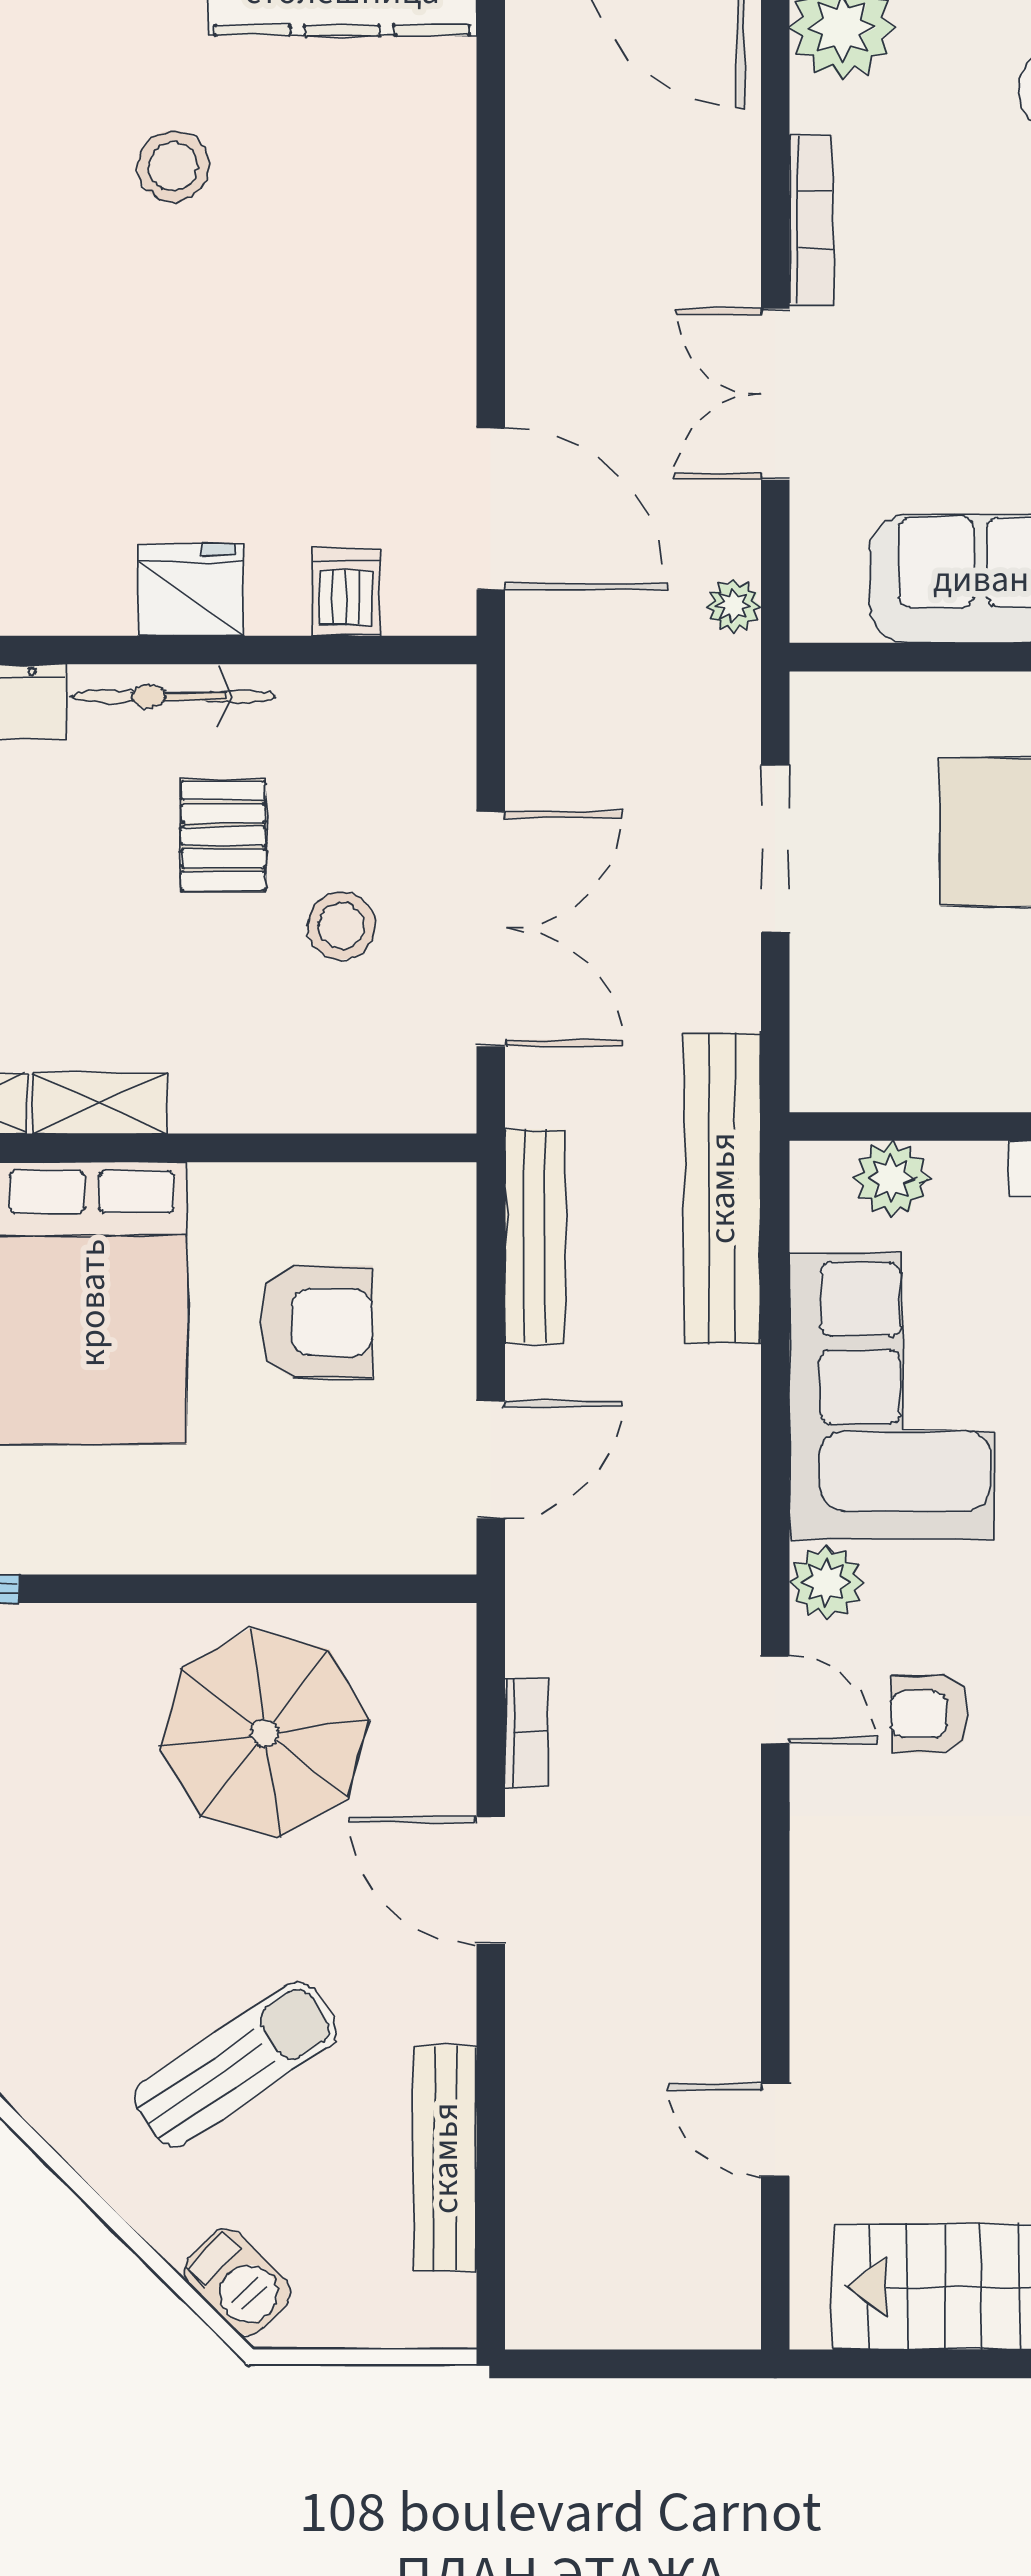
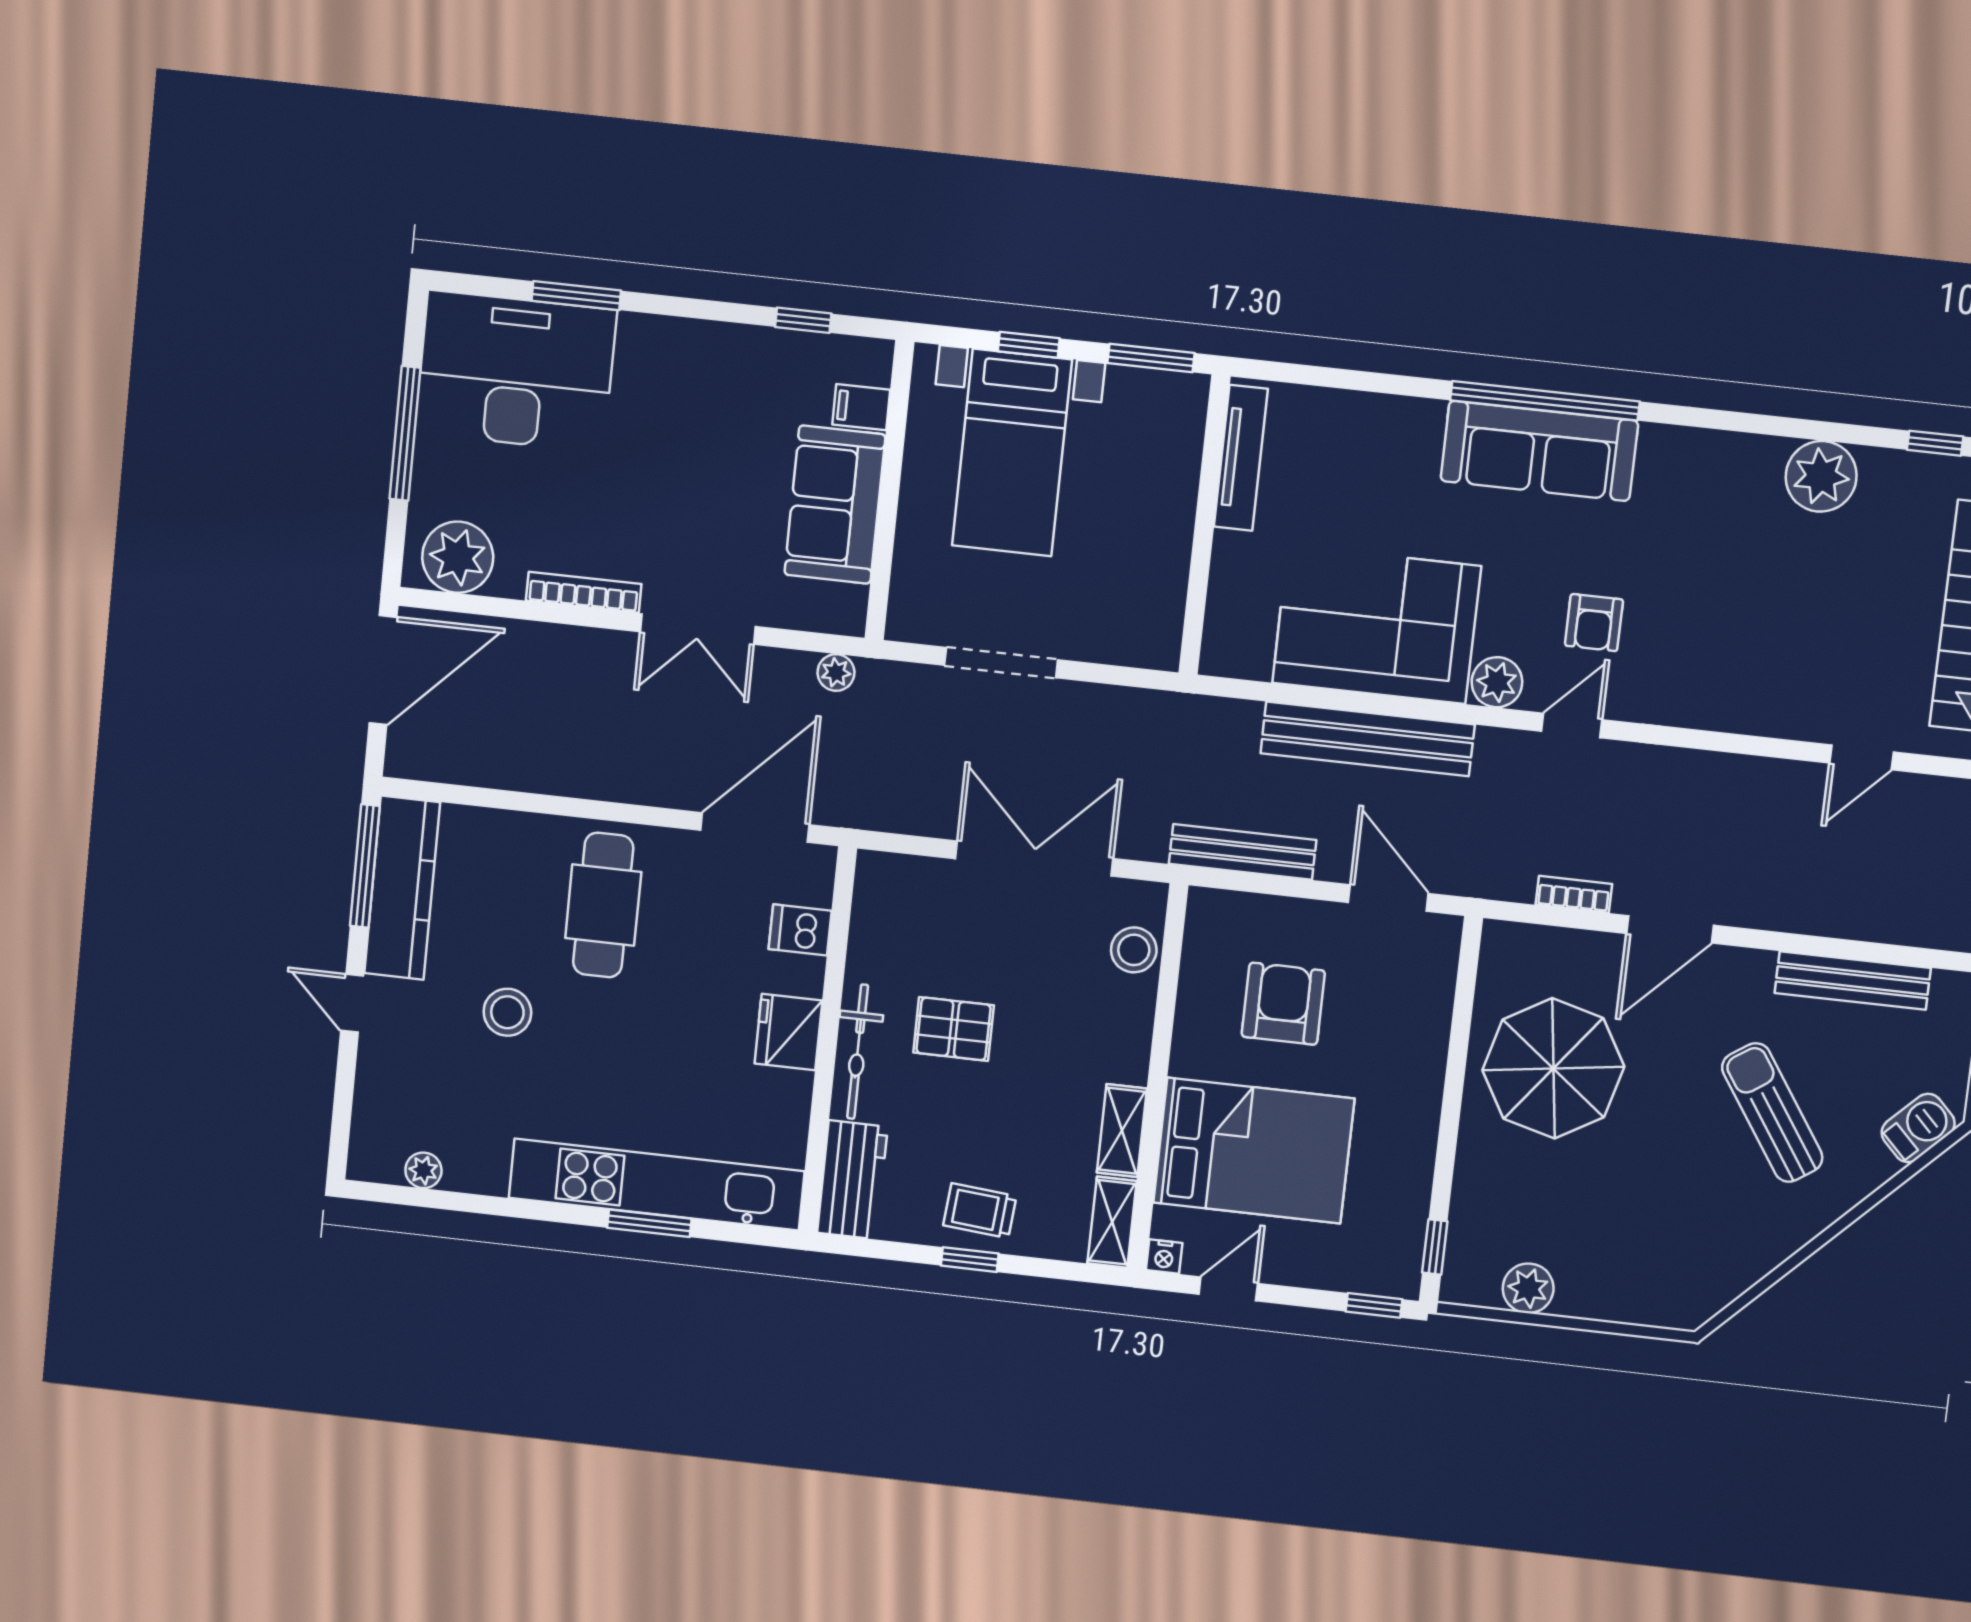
cafe table: (350, 294) -> (603, 905), added
stool: (341, 926) -> (1134, 950), moved
plant: (891, 1179) -> (1231, 609), removed
bench: (722, 1188) -> (1368, 739), moved

